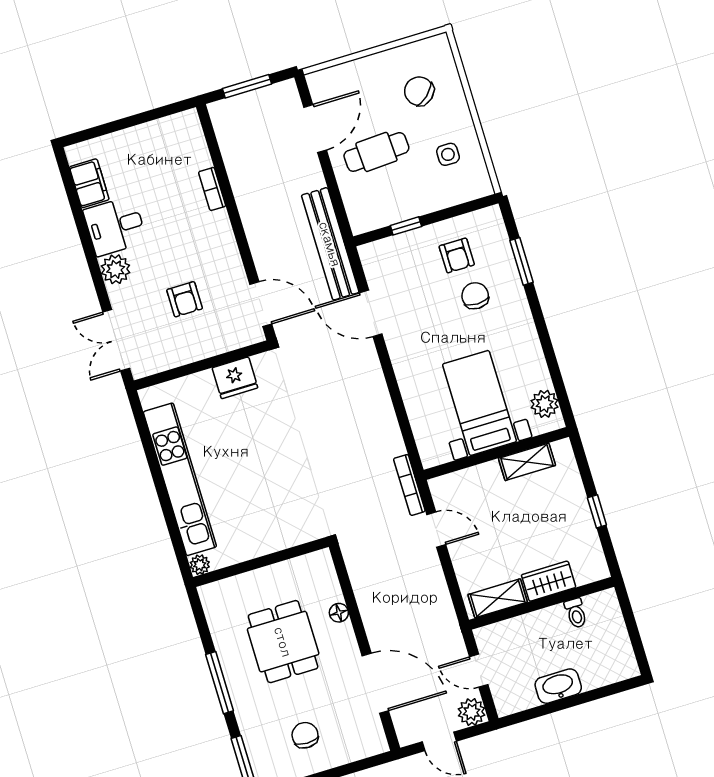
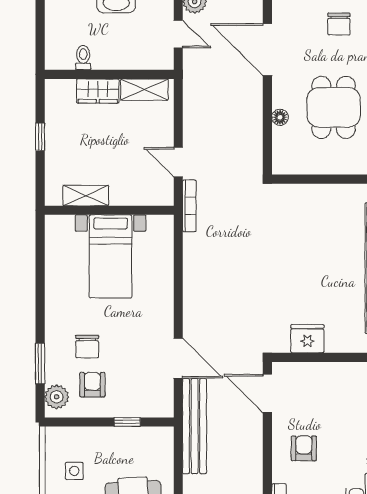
armchair: (185, 299) -> (304, 448), moved
plant: (545, 404) -> (57, 397), moved

